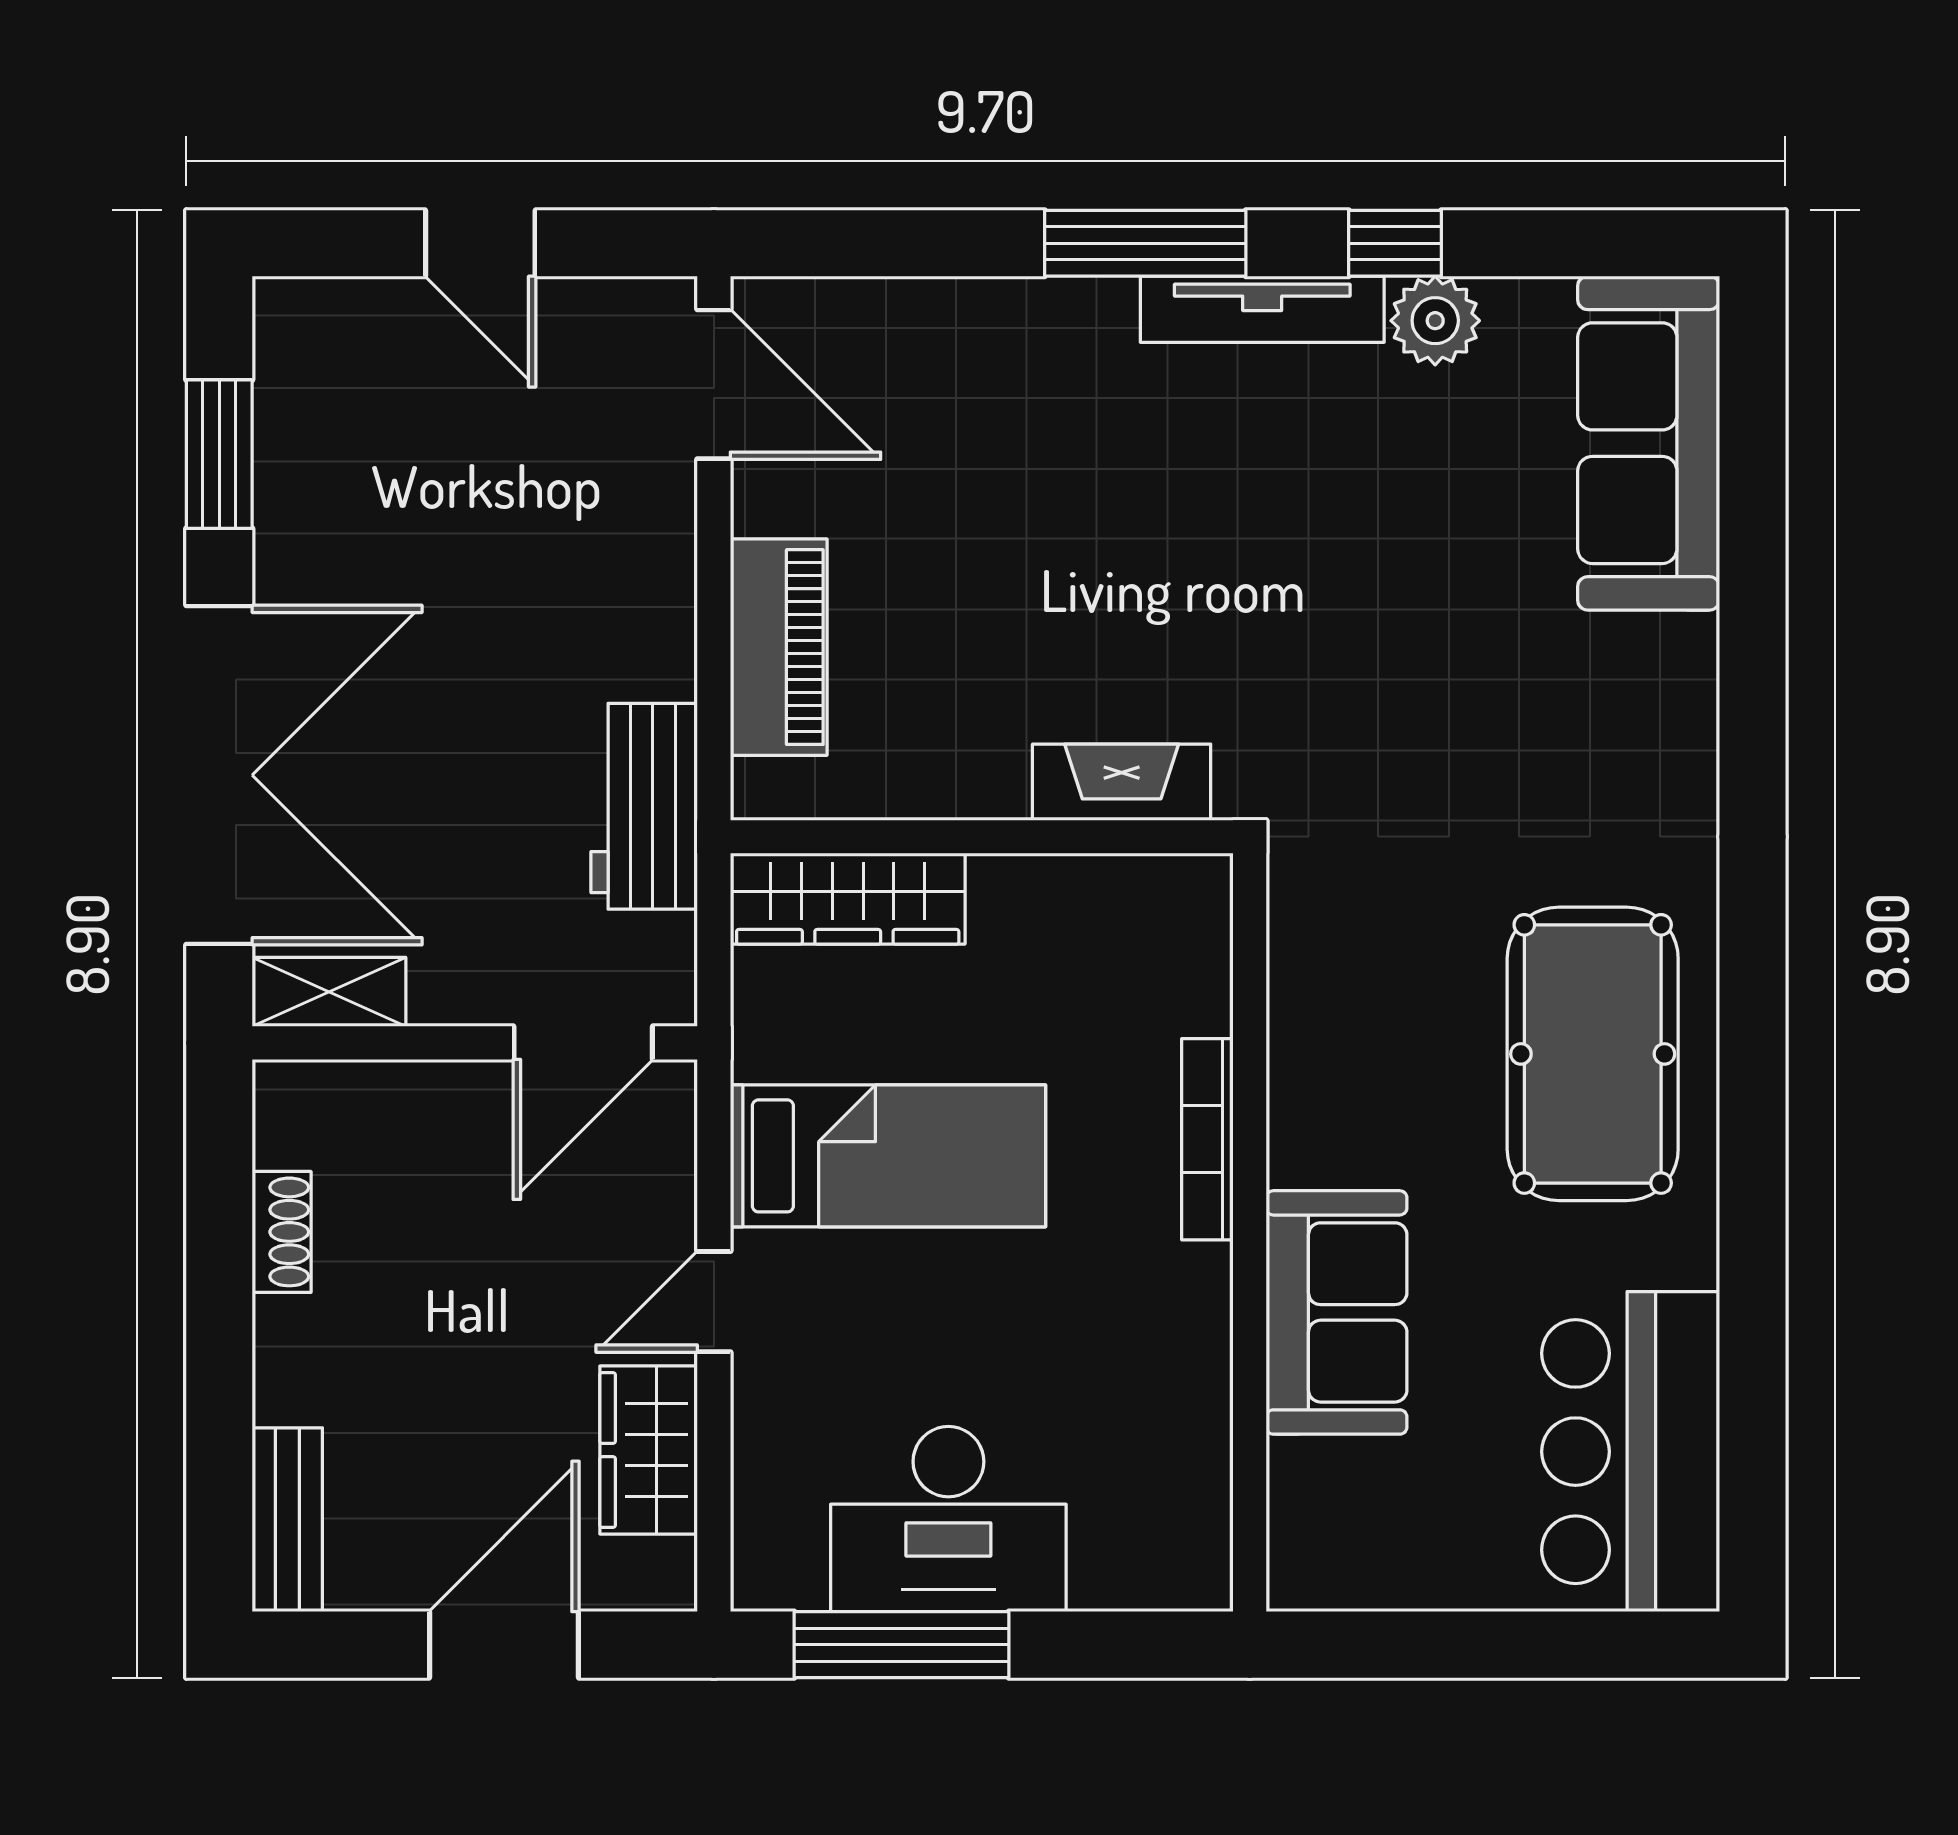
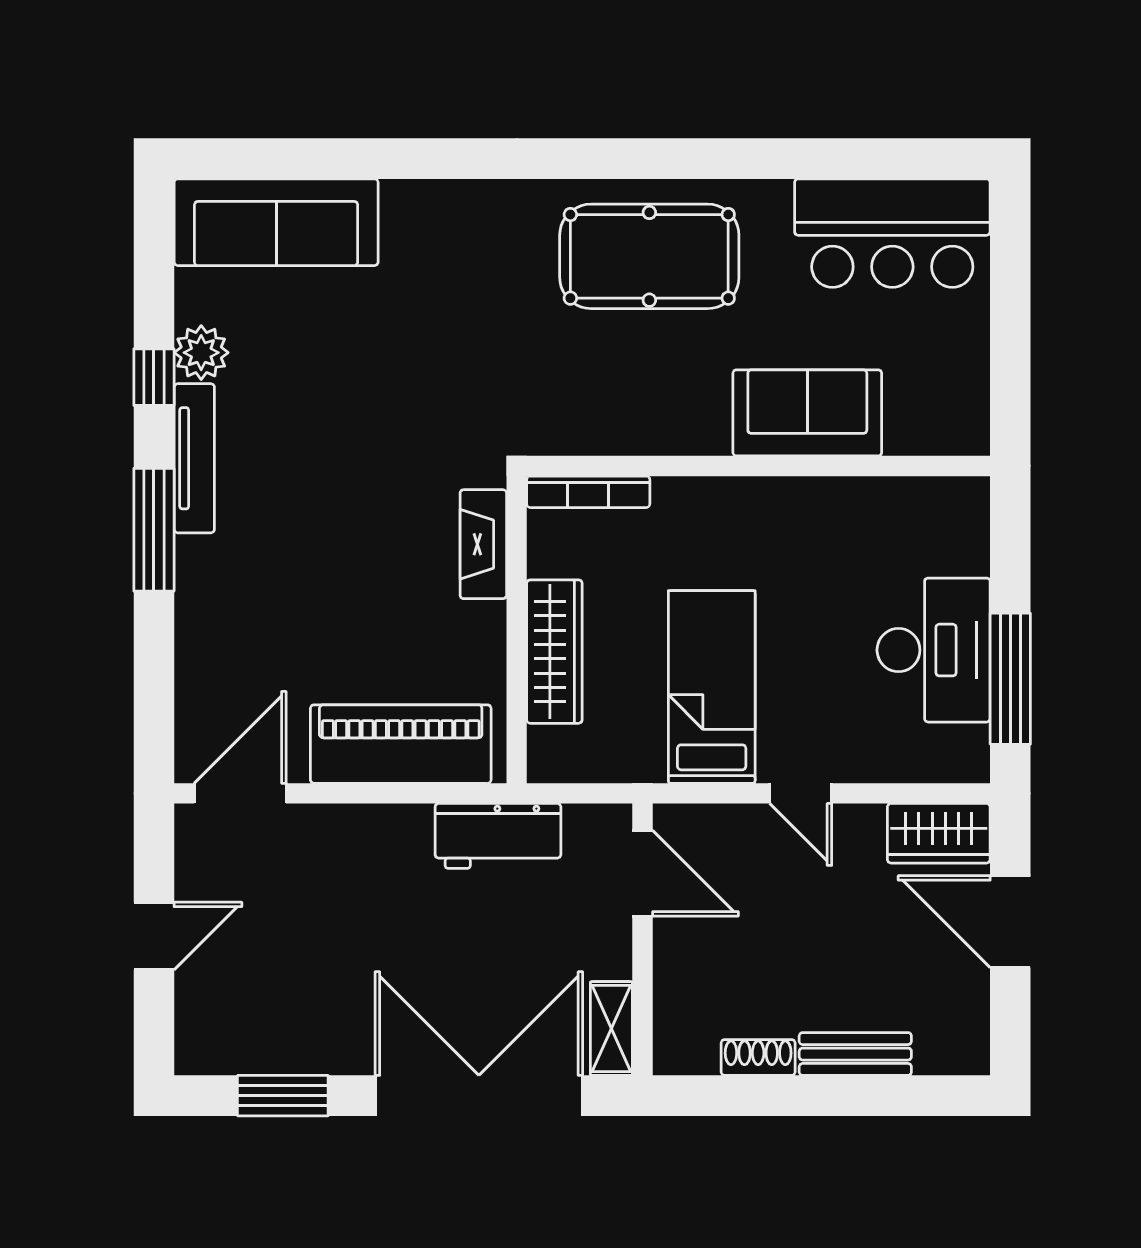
piano: (779, 647) -> (401, 744), width x1.37, depth x1.33
wardrobe: (848, 899) -> (554, 652), moved
bookcase: (1207, 1139) -> (588, 492), moved
wardrobe: (649, 1450) -> (939, 833), moved
bench: (287, 1520) -> (855, 1054), moved

